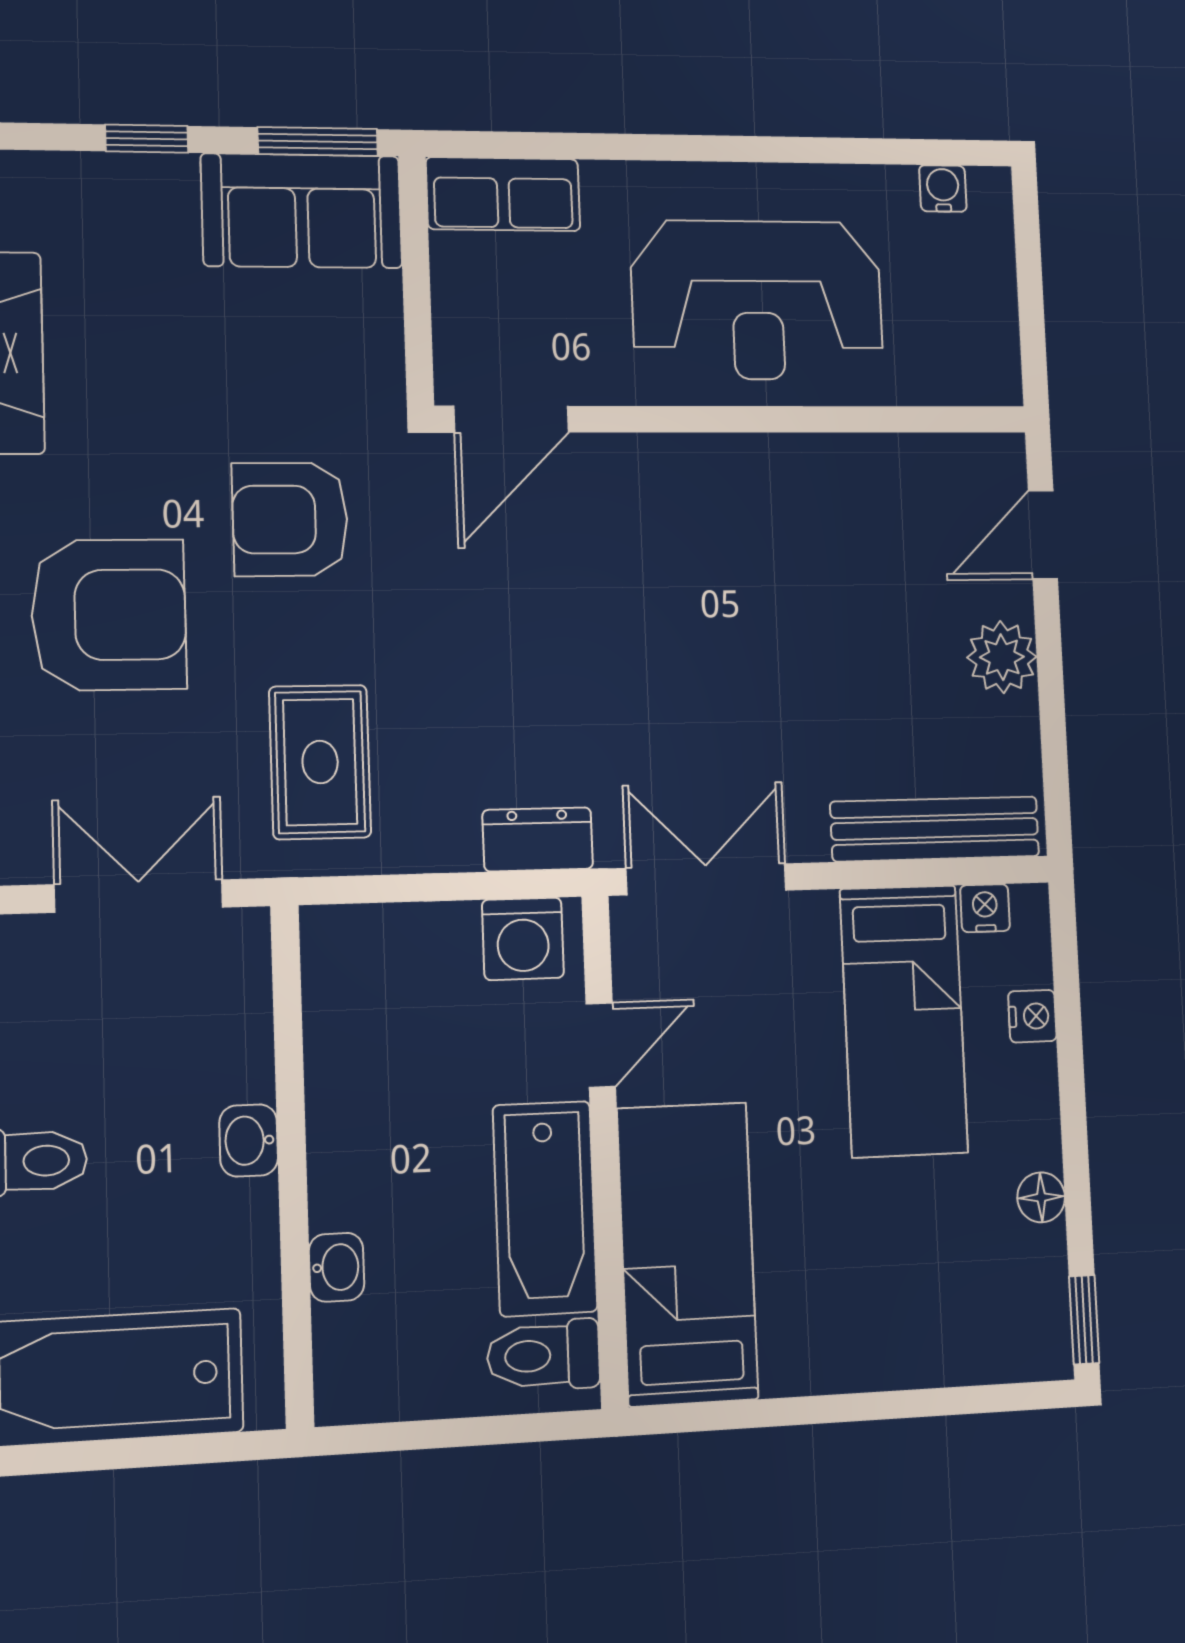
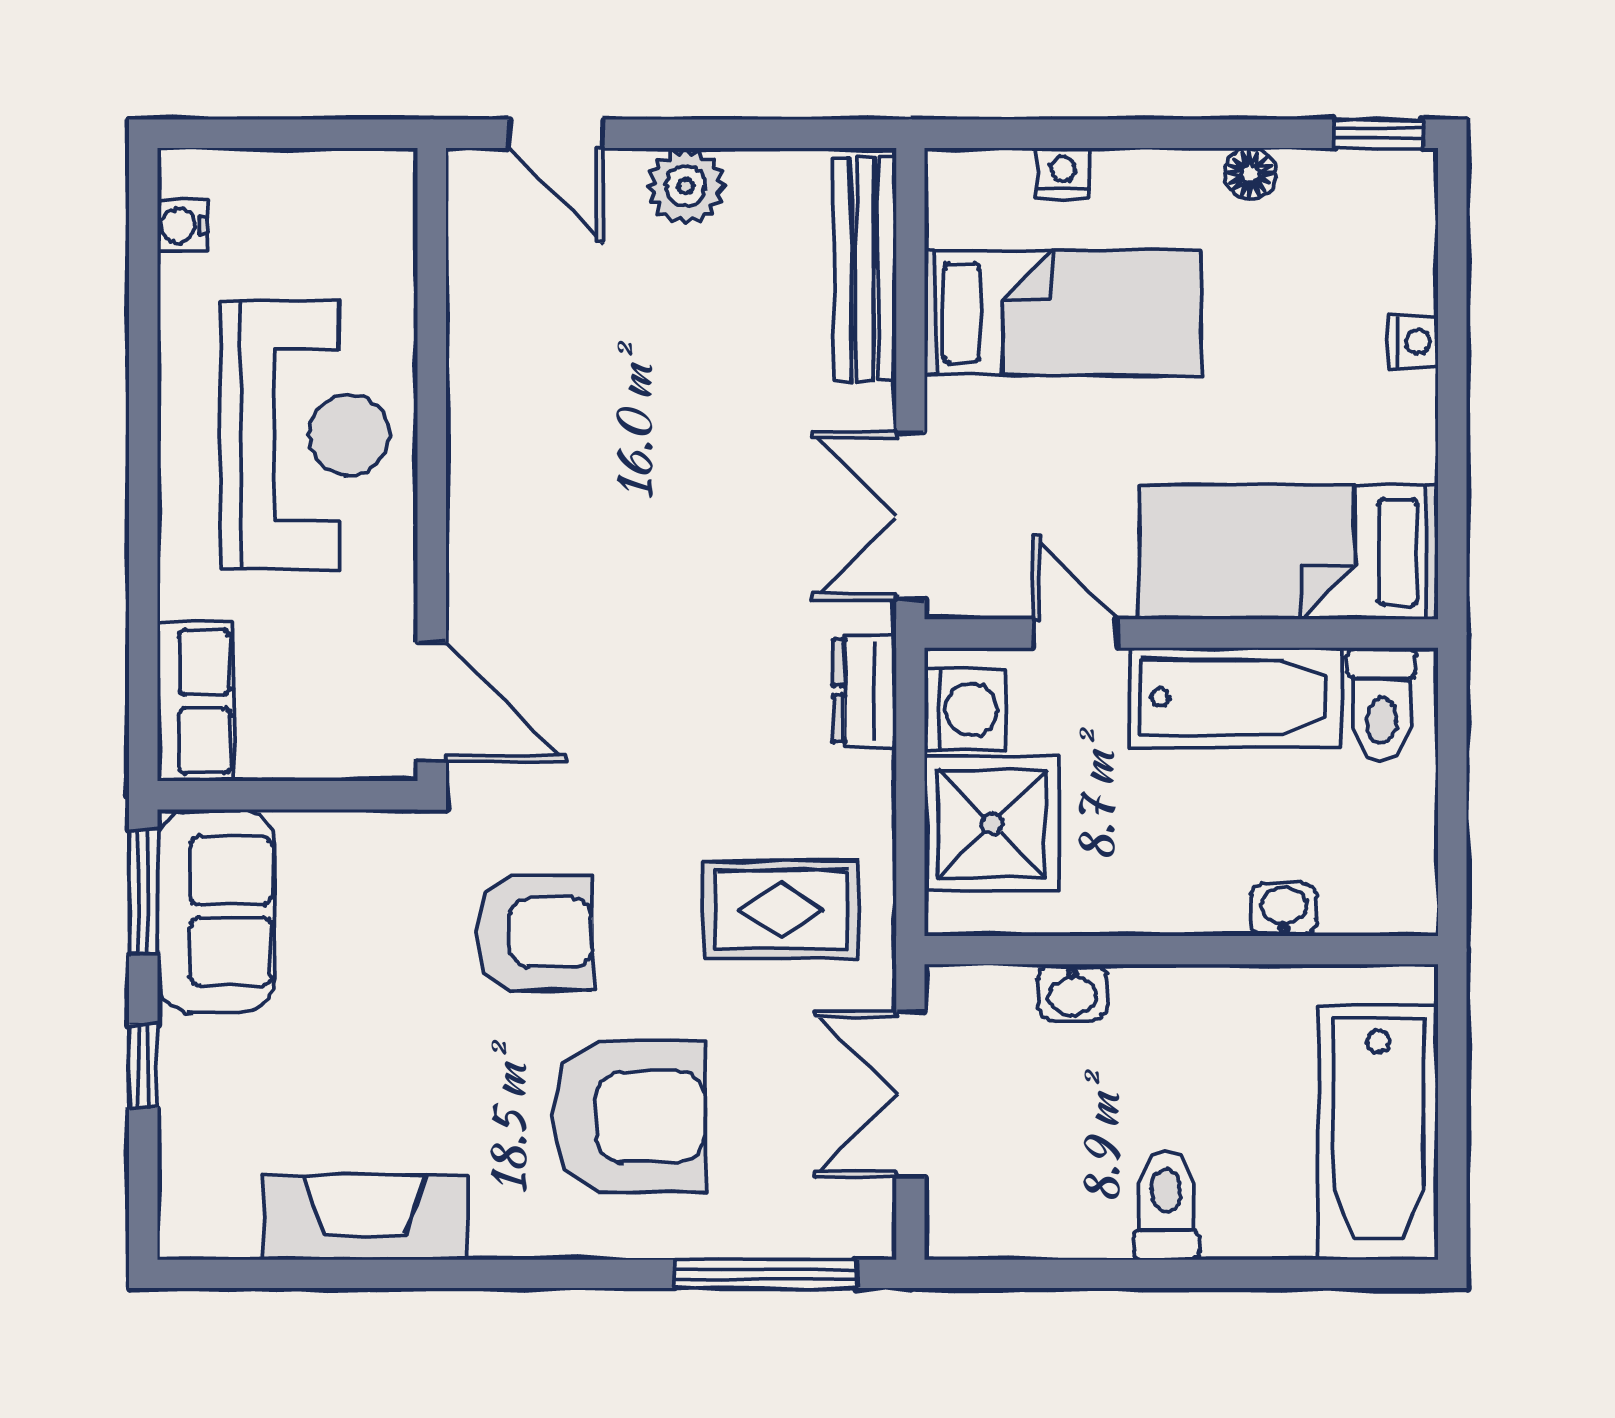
armchair: (290, 519) -> (534, 933), turned -90
armchair: (109, 615) -> (629, 1116), turned 90
nightstand: (985, 908) -> (1414, 342), moved, turned 180
shower: (412, 969) -> (992, 824), added
washbasin: (249, 1140) -> (1072, 993), moved

